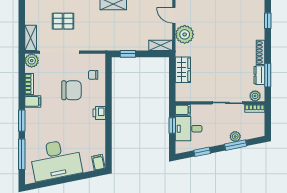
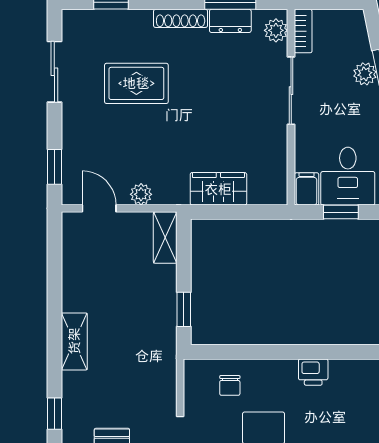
door: (174, 15) -> (99, 208), swing flipped
rug: (231, 32) -> (136, 83), added
plant: (185, 34) -> (141, 194), width x0.53, depth x0.53

